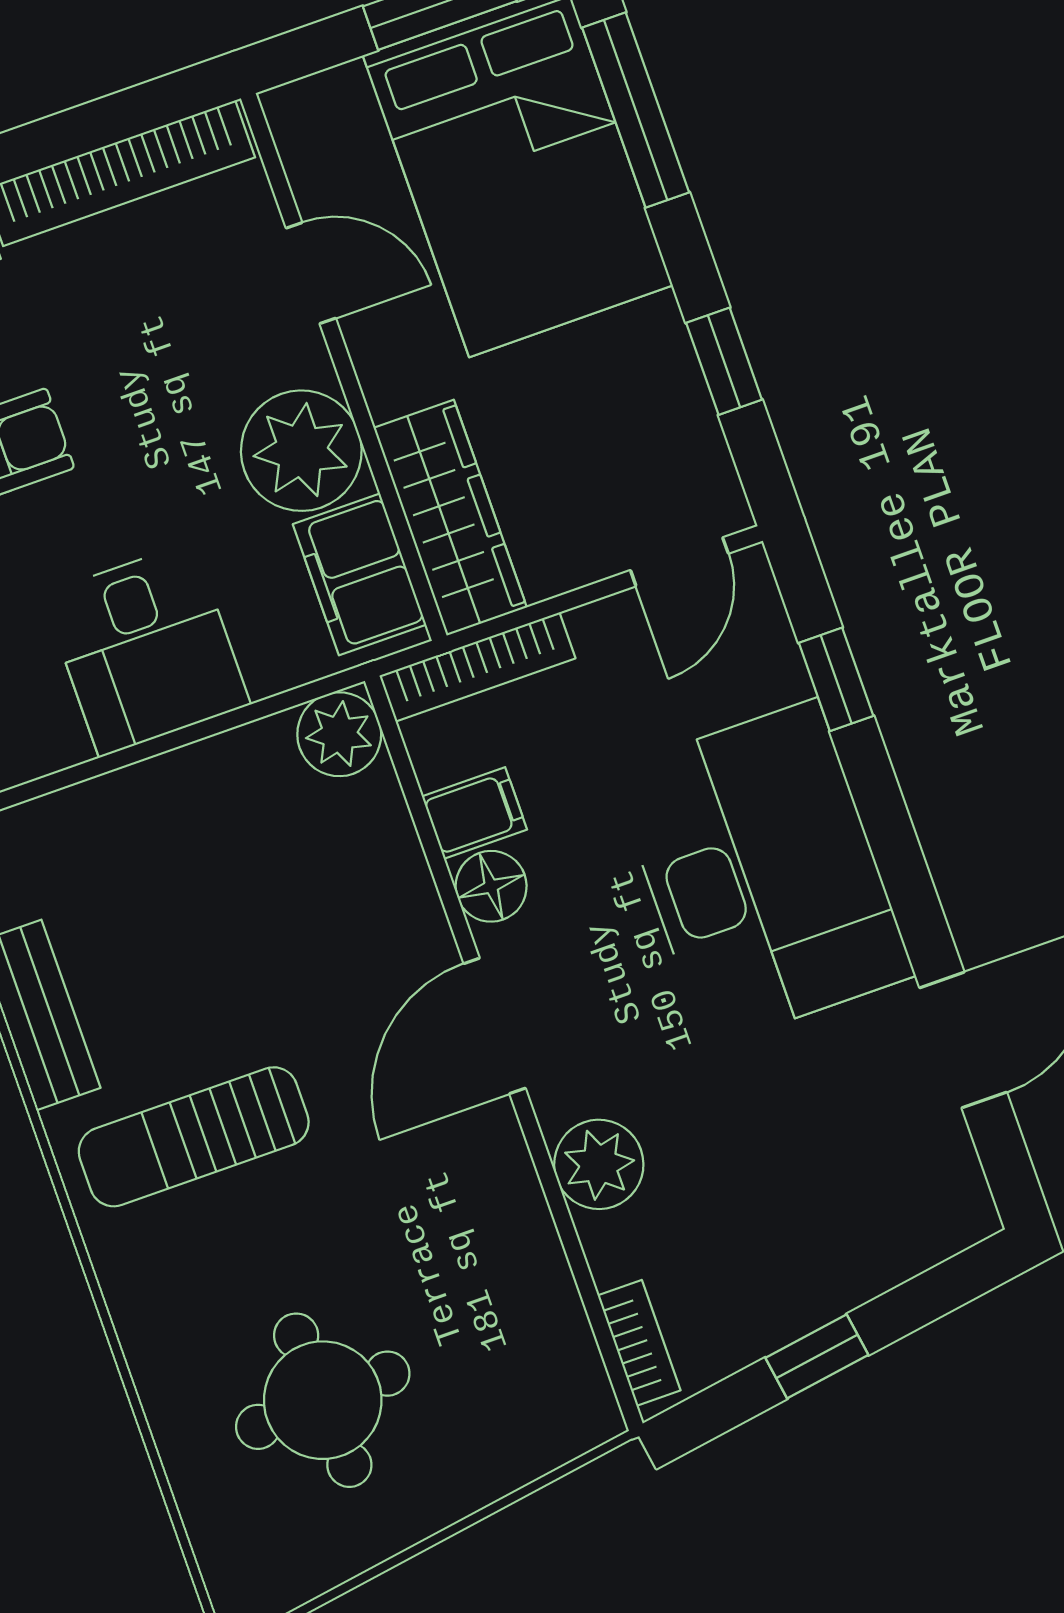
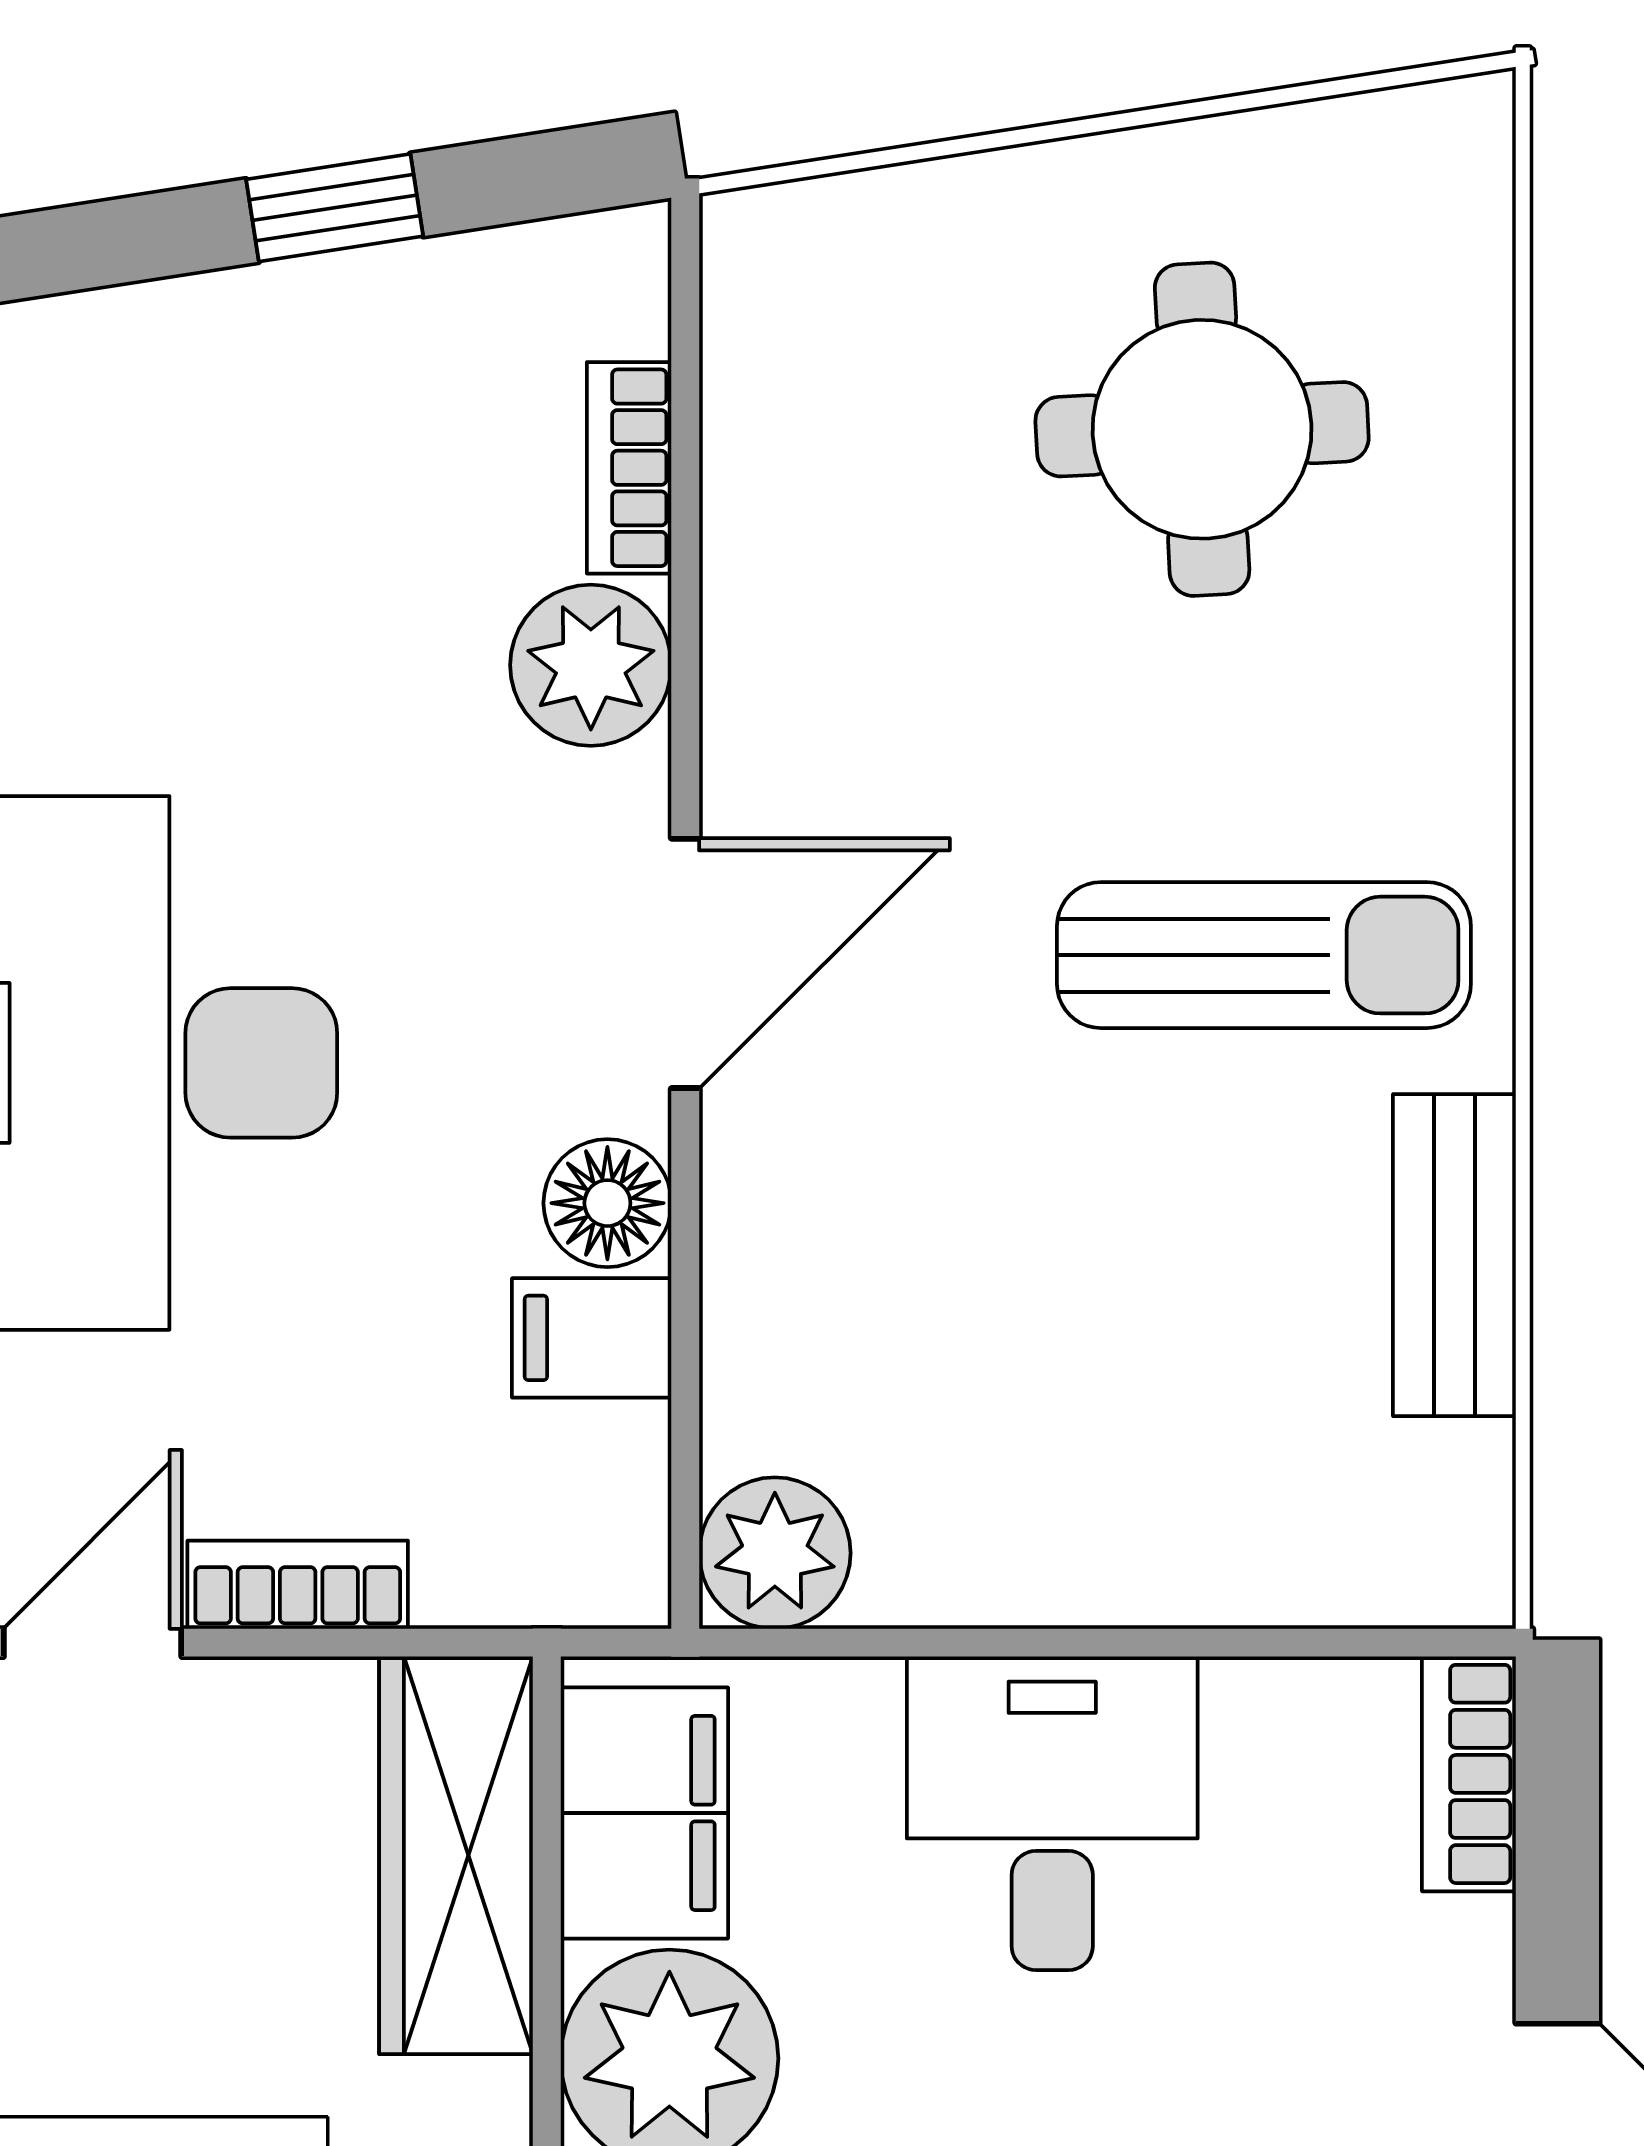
bookcase: (477, 667) -> (298, 1585), moved, width x0.64
bookcase: (639, 1343) -> (629, 468), moved

